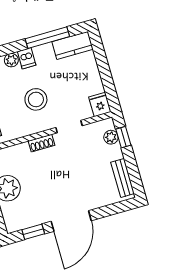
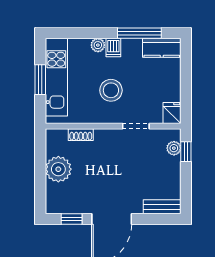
shoe rack: (41, 143) -> (81, 135), moved
bench: (123, 178) -> (162, 207), moved, turned 90

